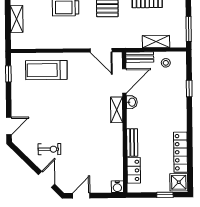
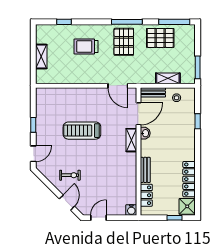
treadmill: (46, 70) -> (82, 131), moved
window: (8, 74) -> (33, 125), moved

